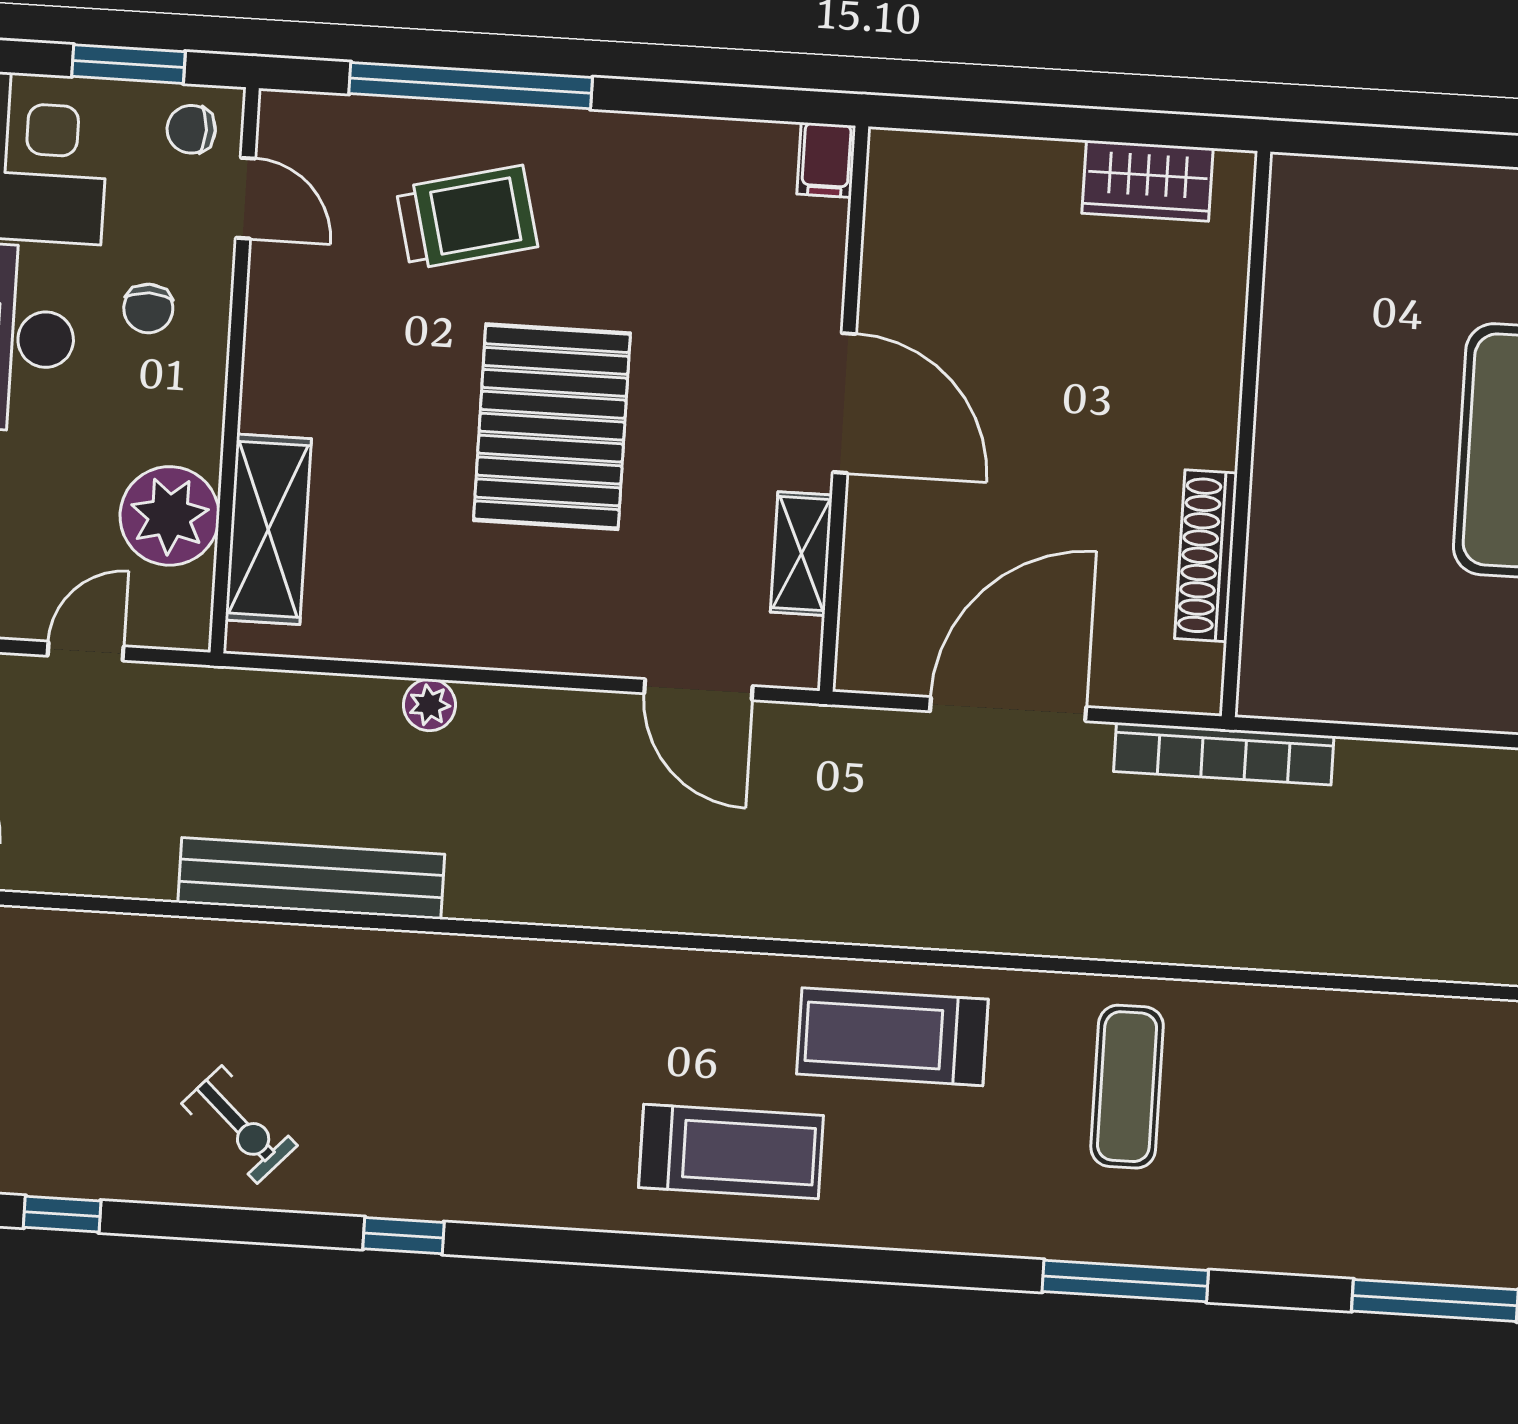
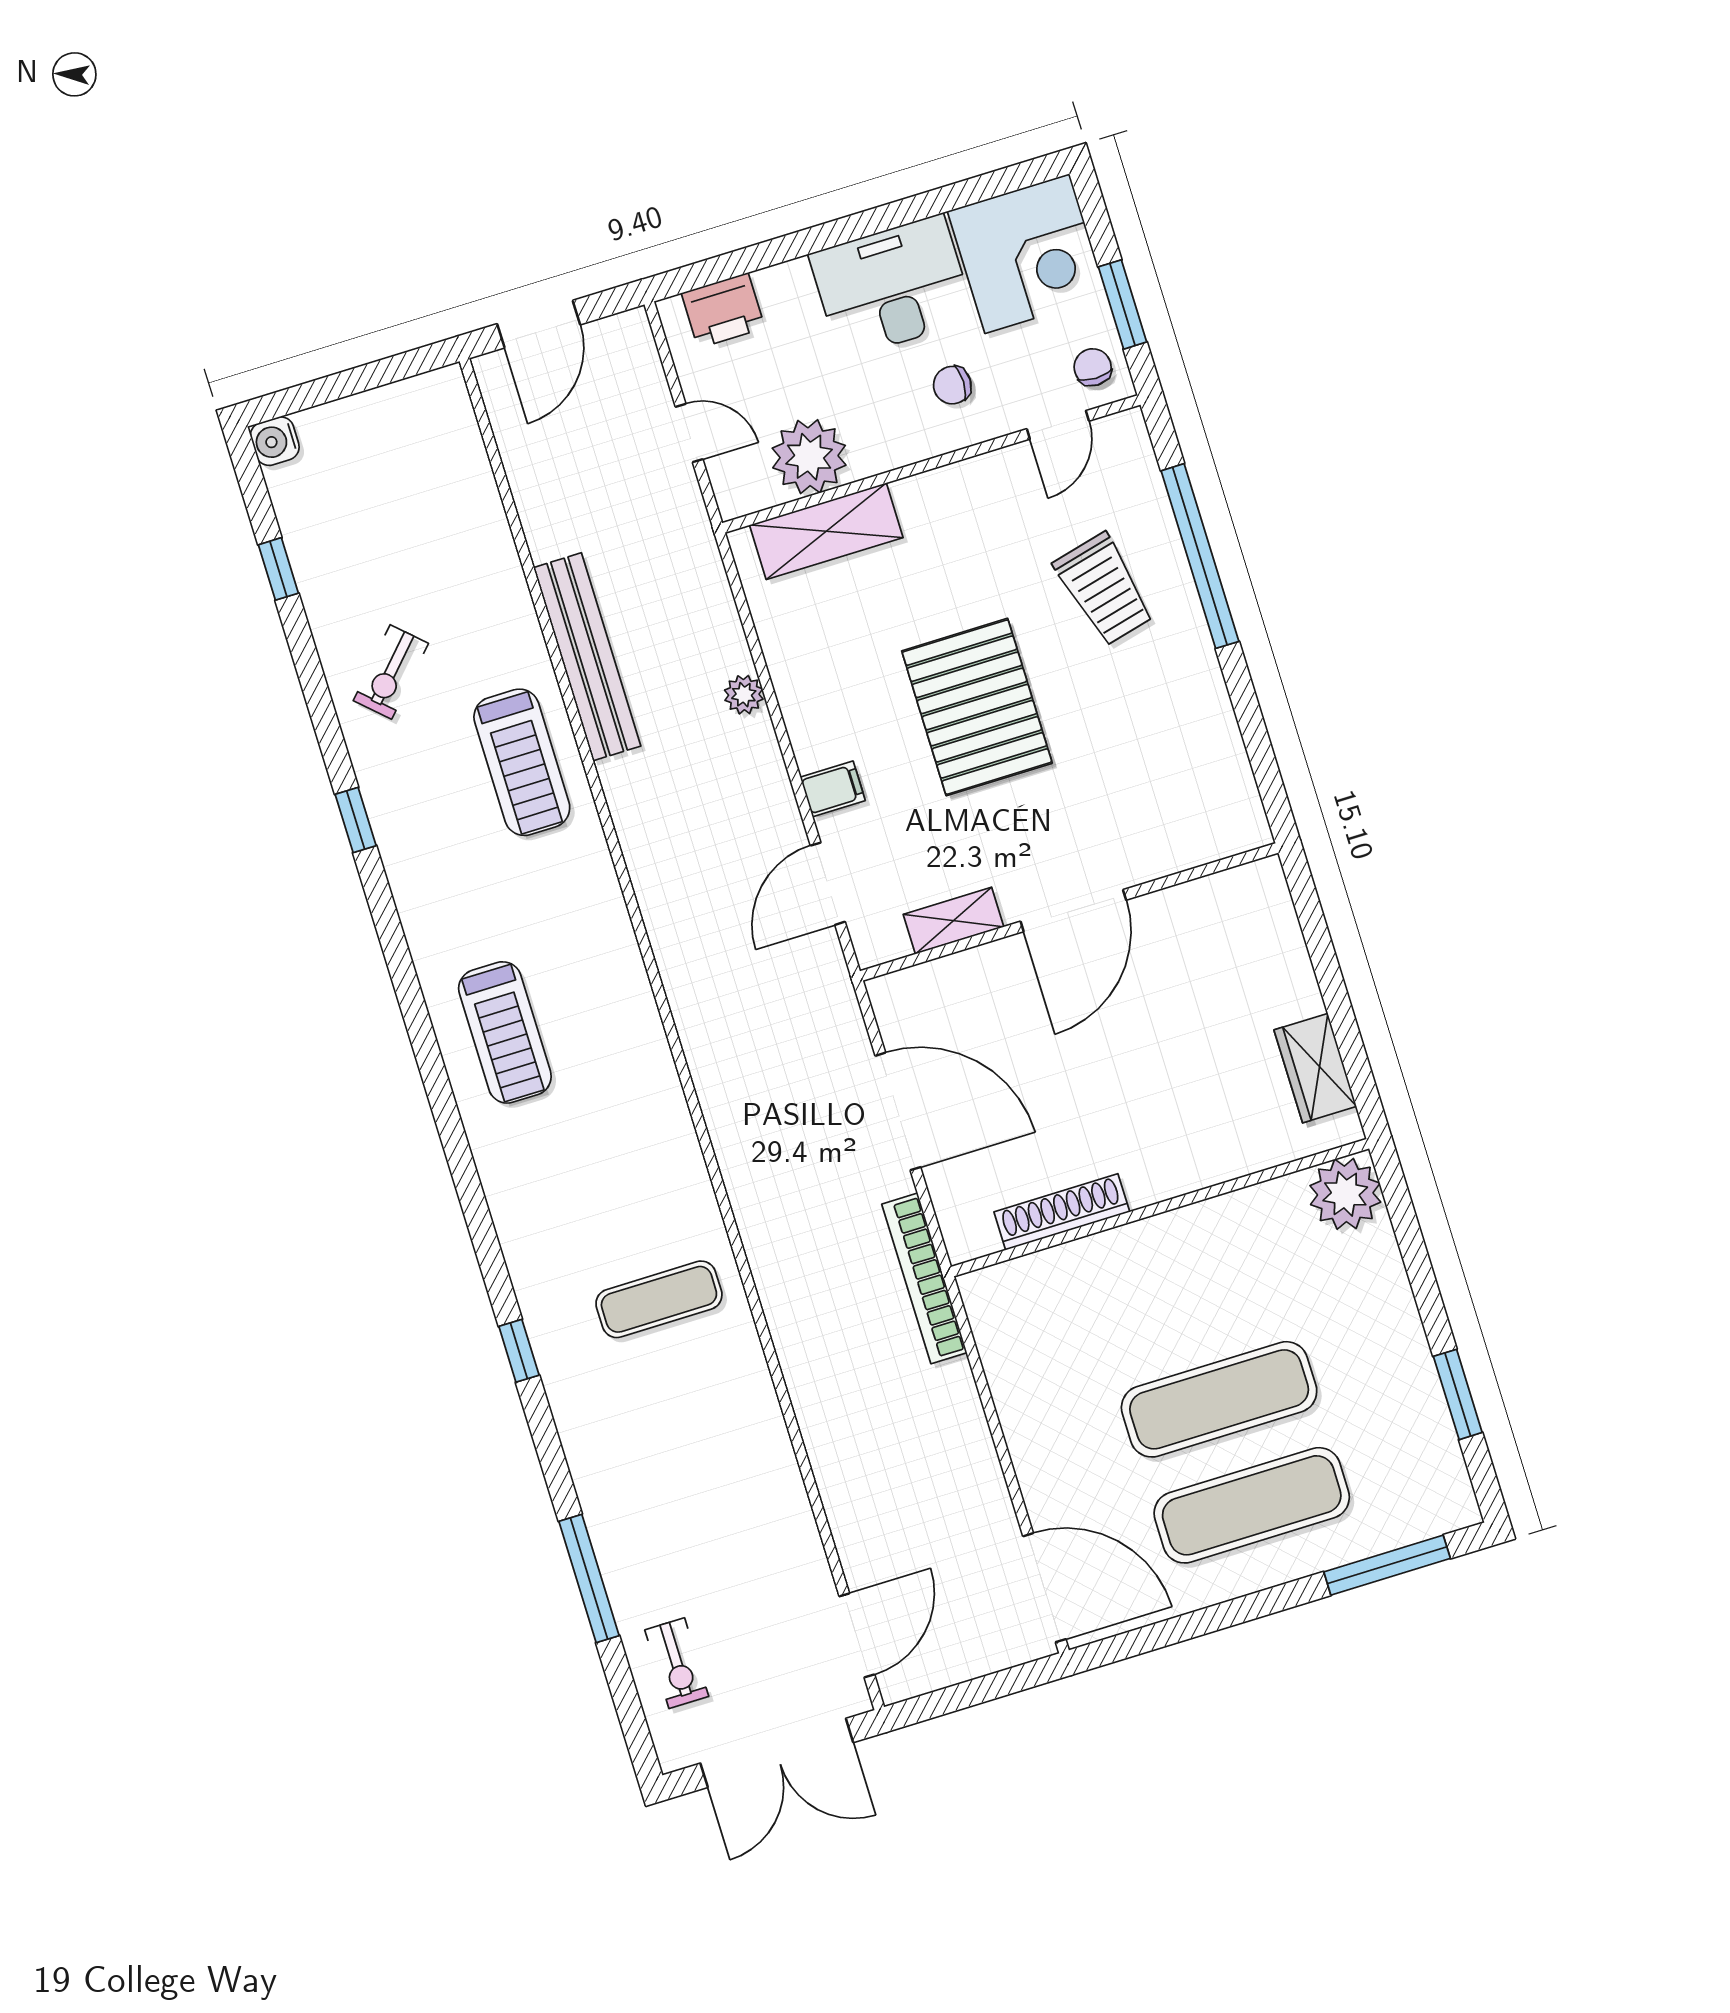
filing cabinet: (826, 160) -> (833, 789), moved, turned 180
plant: (1315, 202) -> (1345, 1194), added
pallet: (552, 427) -> (977, 707), turned 90
treadmill: (892, 1037) -> (522, 762), moved, turned 180
window: (1125, 1281) -> (519, 1351), width x0.46

